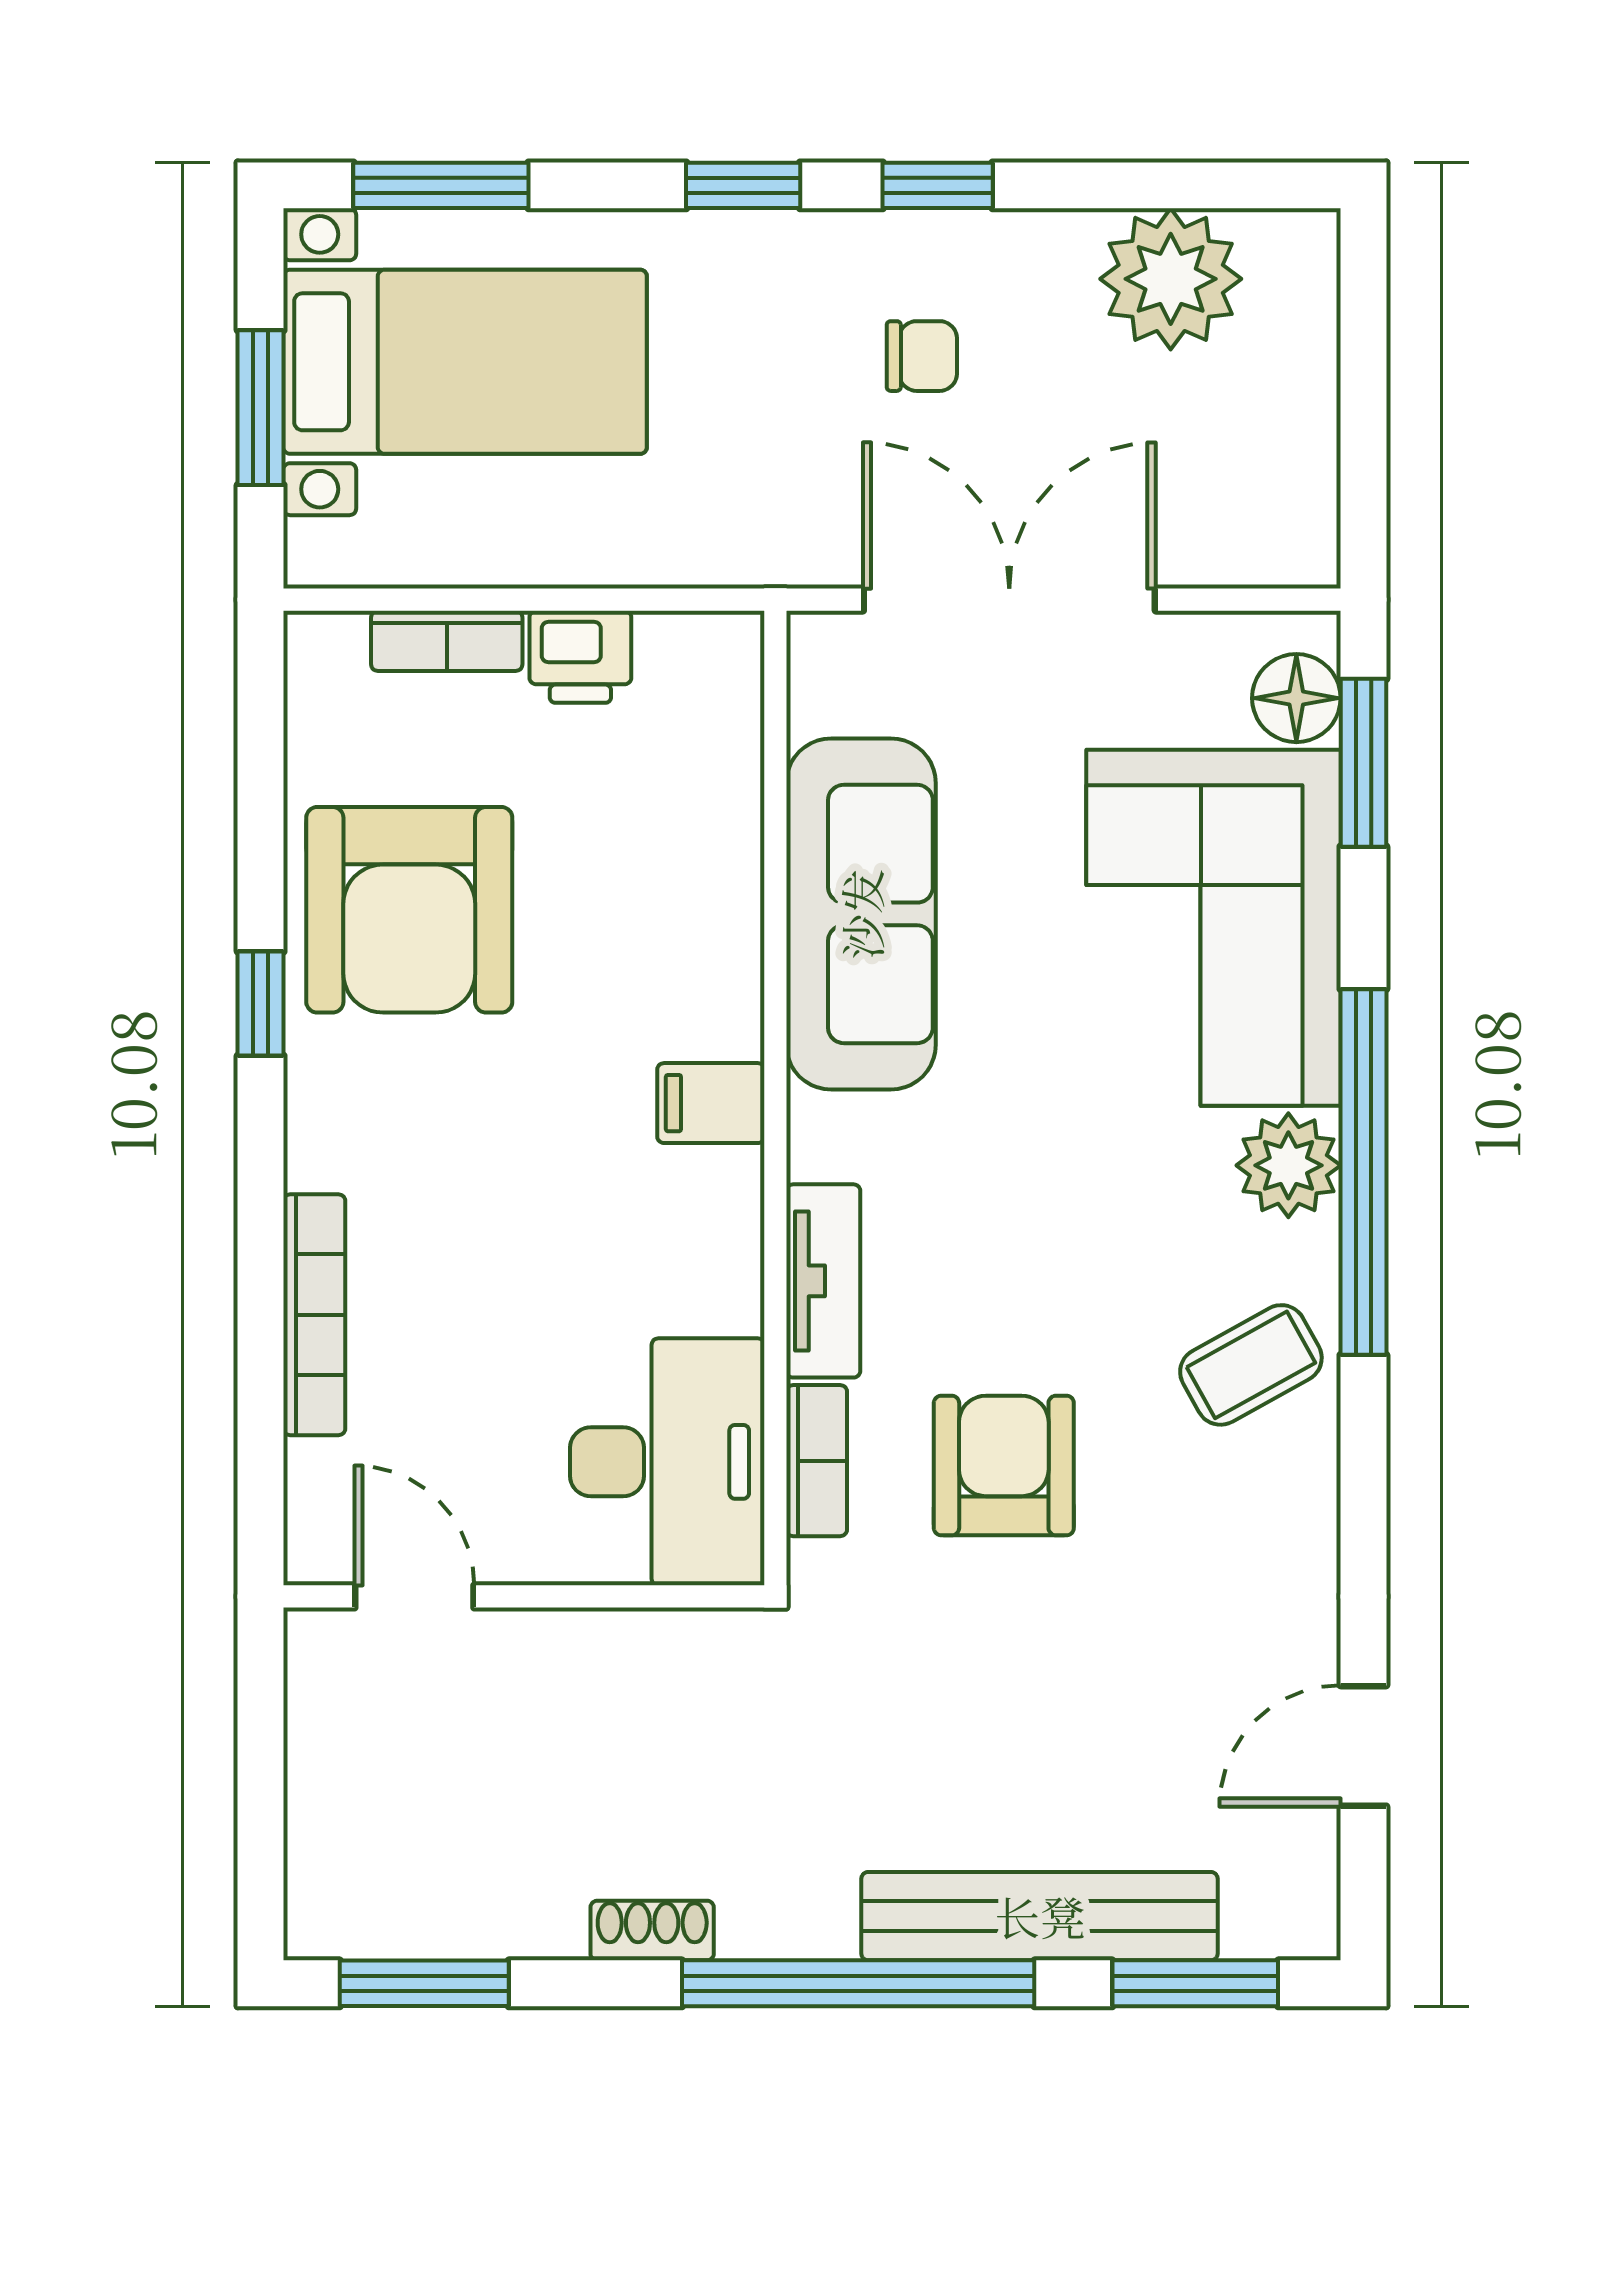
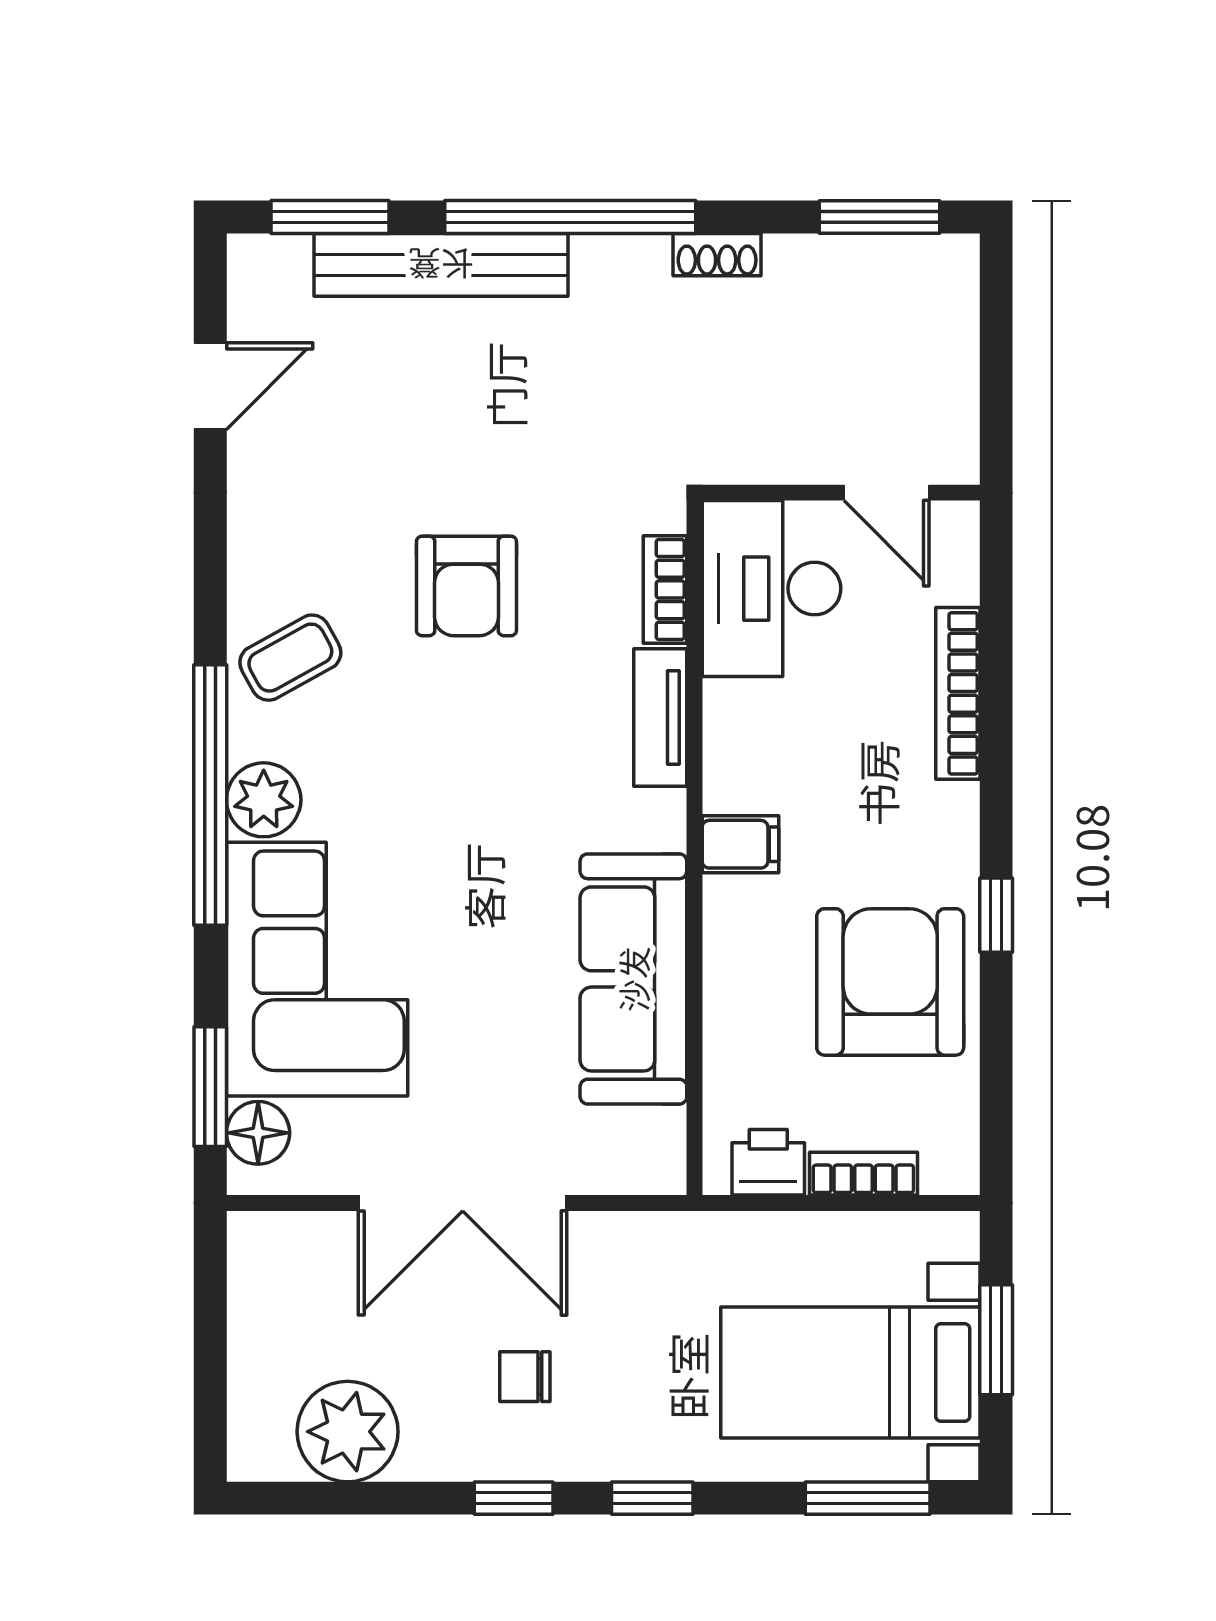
sofa: (861, 914) -> (633, 979), moved
wall: (775, 1098) -> (694, 848), moved
filing cabinet: (711, 1103) -> (740, 844), moved
tv unit: (823, 1281) -> (660, 717), moved
bookcase: (817, 1461) -> (665, 589), moved
desk: (667, 1462) -> (771, 589), moved

